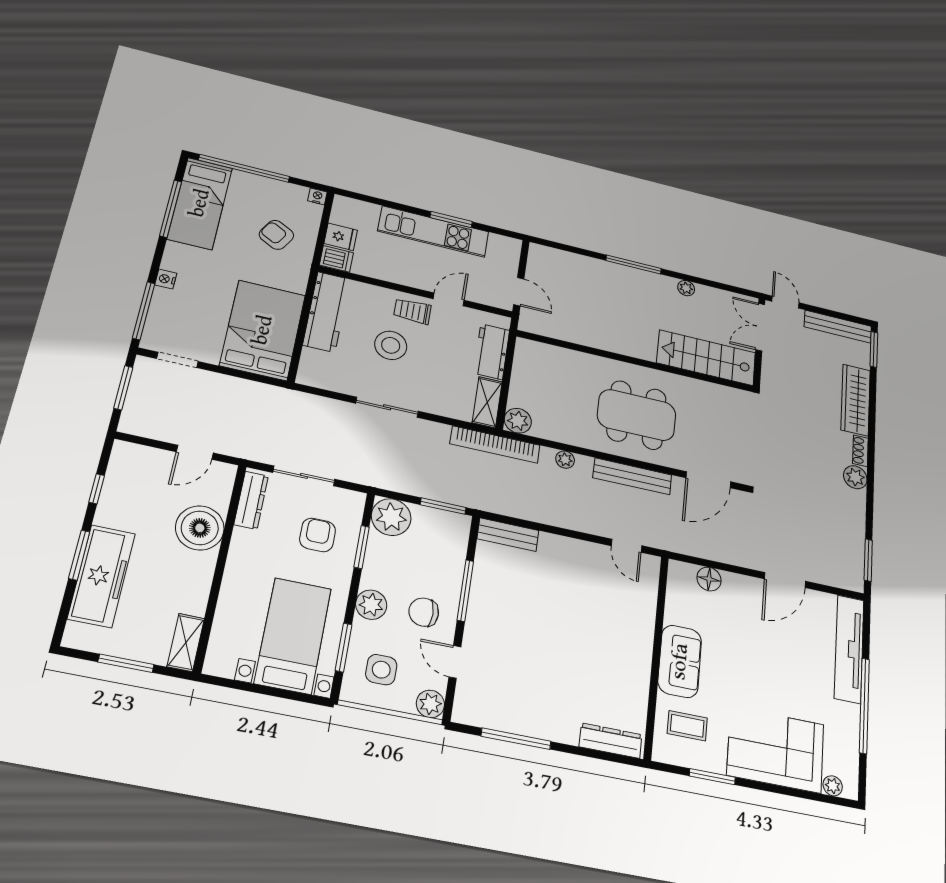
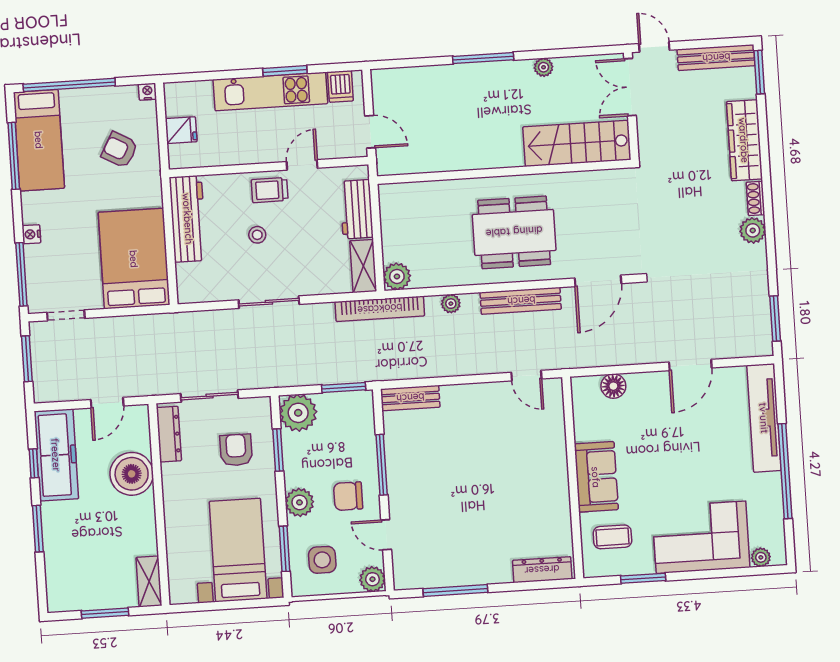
dishwasher: (336, 259) -> (340, 86), moved, turned 90
stool: (391, 345) -> (257, 235), width x0.53, depth x0.53
freezer: (101, 576) -> (56, 455), moved

